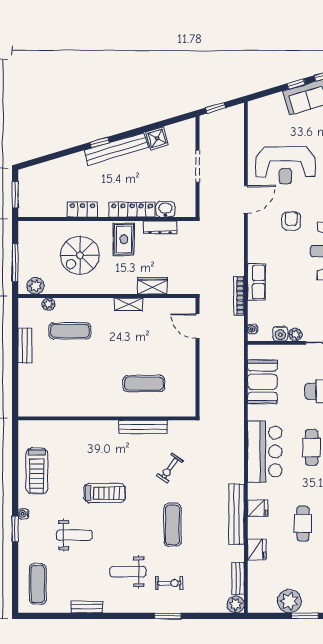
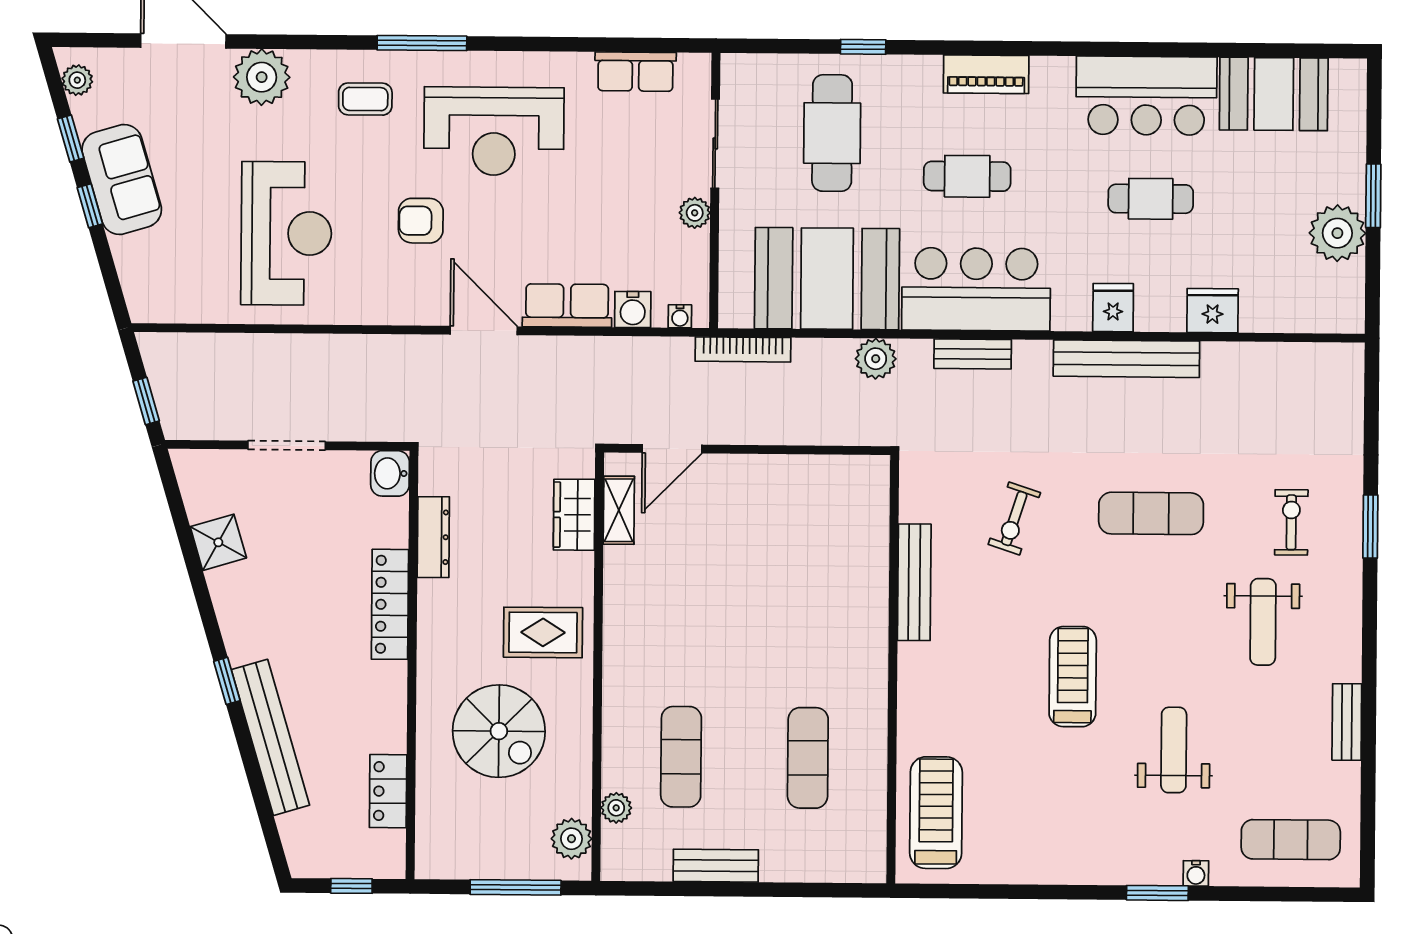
bench: (116, 149) -> (270, 737), moved
window: (15, 195) -> (351, 886), width x0.67
door: (246, 199) -> (484, 331), moved
washbasin: (165, 209) -> (390, 473), moved
locker: (82, 210) -> (388, 791), moved
rug: (124, 239) -> (543, 632), moved
wardrobe: (152, 286) -> (574, 515), moved
bookcase: (239, 296) -> (743, 349), moved
shelving: (128, 304) -> (619, 510), moved
water cooler: (280, 334) -> (633, 309), moved, turned 90
booth: (262, 382) -> (827, 279), width x1.36, depth x1.42
exercise mat: (144, 383) -> (808, 758), moved
exercise bike: (170, 468) -> (1014, 518), turned 72
treadmill: (37, 471) -> (936, 813), moved, turned -90
water cooler: (23, 514) -> (1196, 873), moved
bench: (238, 579) -> (973, 354), moved
plant: (236, 604) -> (876, 359), moved

